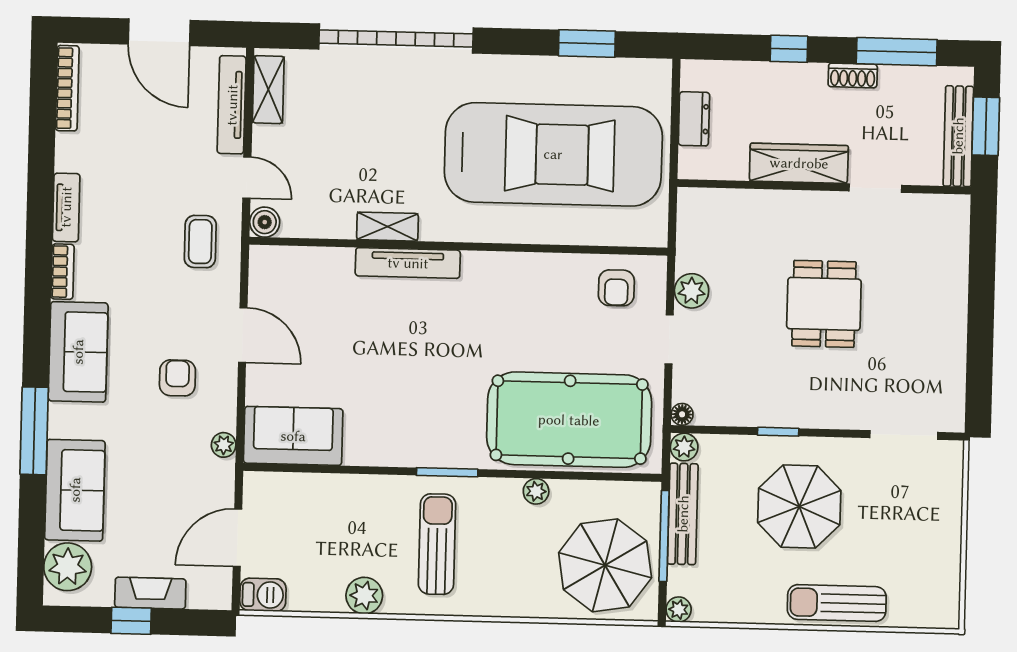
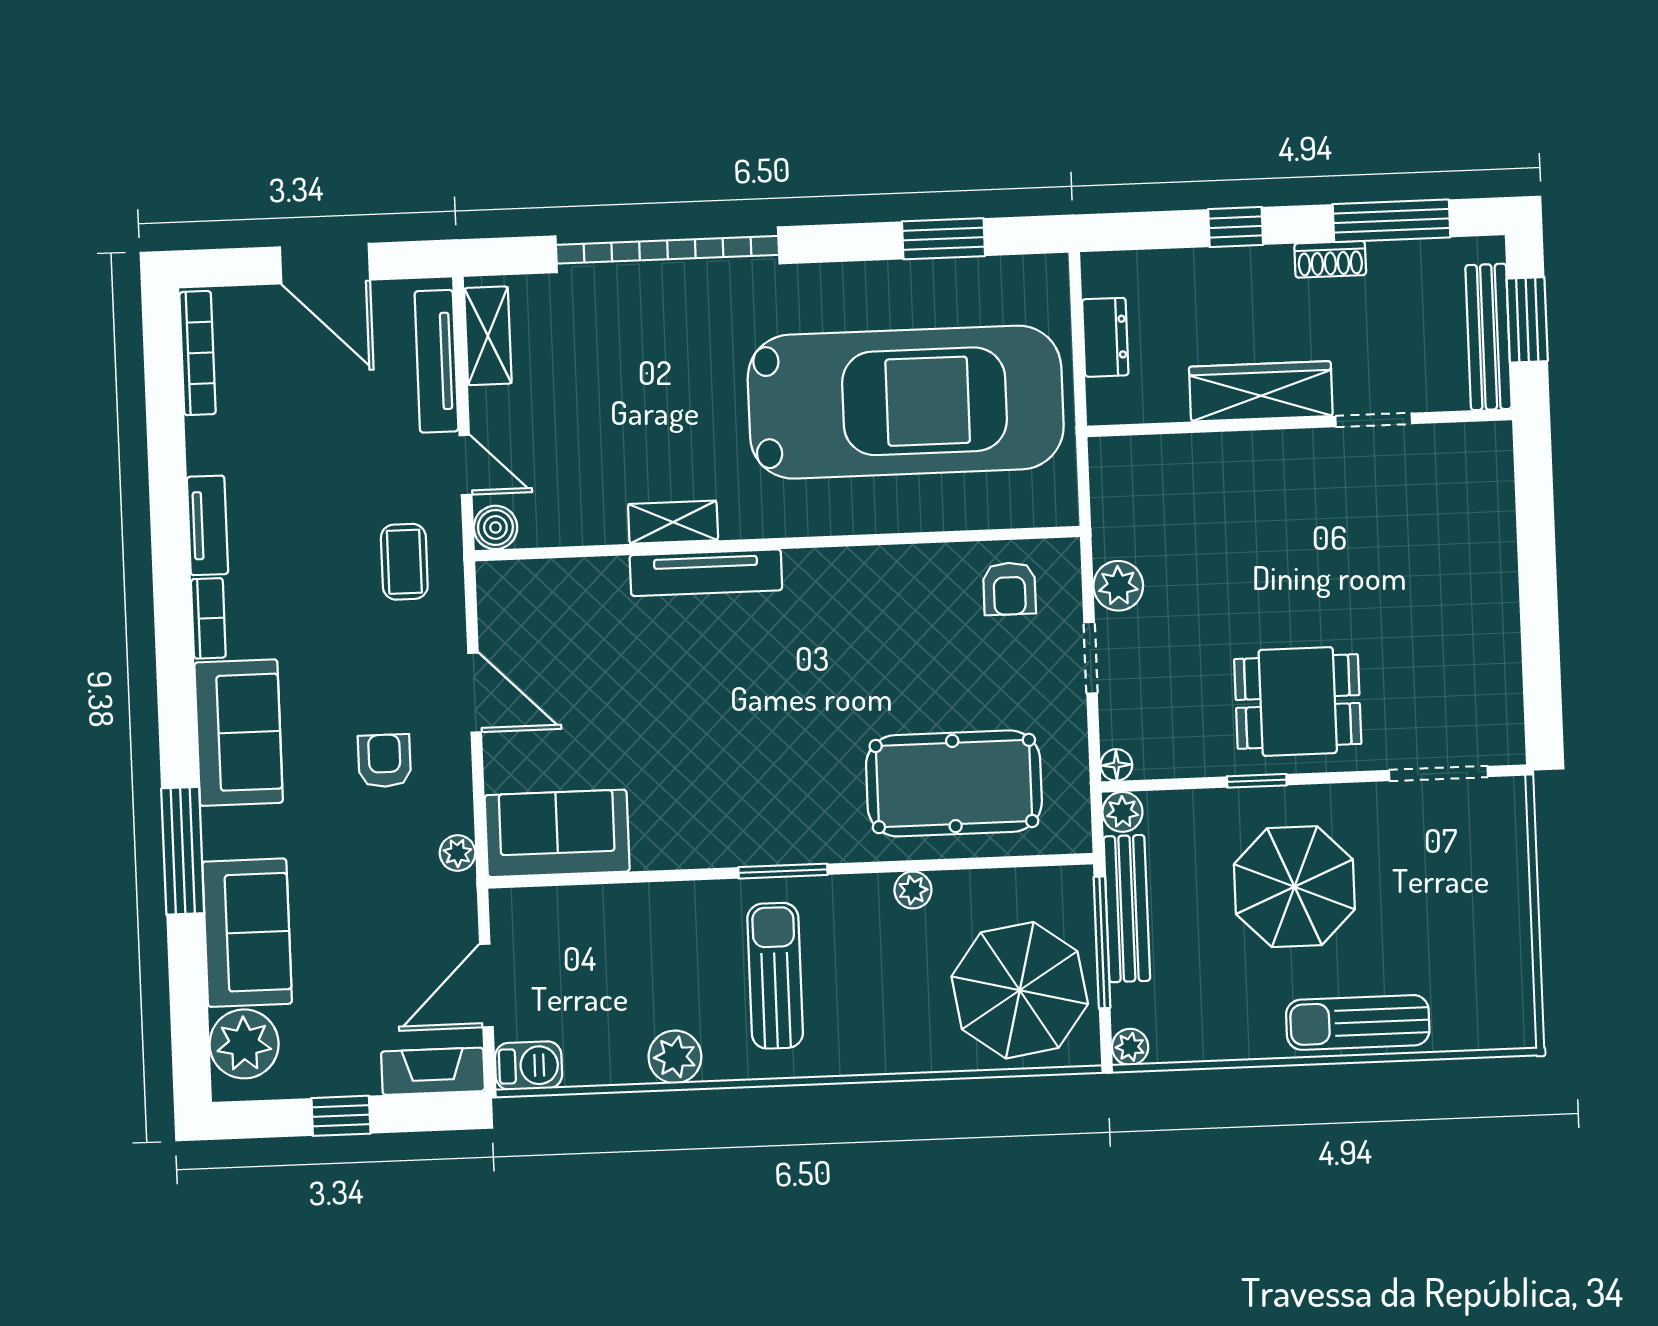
dining table: (824, 304) -> (1298, 701), moved, turned 90
pool table: (569, 420) -> (954, 783), width x0.73, depth x0.76
fireplace: (150, 593) -> (433, 1071), moved

